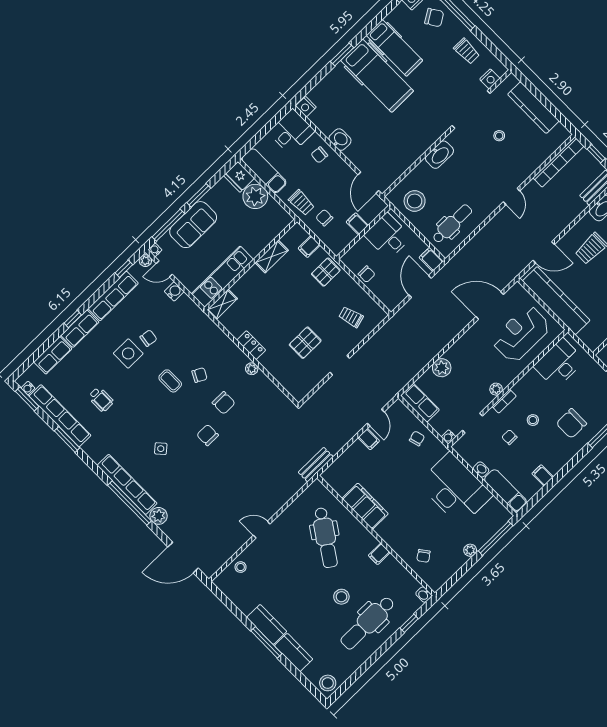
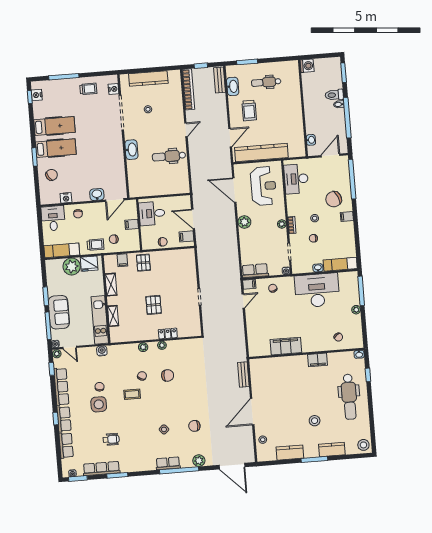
chair: (434, 18) -> (52, 175), moved
hospital bed: (377, 76) -> (56, 148), width x0.73, depth x0.78
nightstand: (306, 107) -> (66, 198), moved
washbasin: (340, 140) -> (97, 195), moved
fridge: (239, 177) -> (89, 264), moved
door: (368, 183) -> (115, 200), hinge flipped
door: (512, 196) -> (186, 130), hinge flipped
stool: (415, 201) -> (145, 184), removed
dental chair: (452, 224) -> (169, 156), moved, turned -90
filing cabinet: (431, 259) -> (186, 236), moved
door: (164, 269) -> (70, 347), hinge flipped
water cooler: (174, 291) -> (102, 351), moved
shelving: (222, 304) -> (113, 316), moved
door: (490, 306) -> (234, 190), hinge flipped
trolley: (351, 317) -> (179, 269), removed
reception desk: (521, 334) -> (263, 186), turned 180
pallet: (305, 343) -> (154, 305), moved
locker: (251, 345) -> (168, 334), moved
plant: (232, 350) -> (143, 347), added
plant: (442, 368) -> (244, 222), moved
row of seats: (60, 416) -> (101, 468), width x0.73
door: (376, 418) -> (243, 301), hinge flipped
chair: (571, 423) -> (334, 199), turned 66
chair: (208, 435) -> (194, 426), moved
filing cabinet: (369, 439) -> (249, 284), moved
bench: (316, 465) -> (243, 374), moved
filing cabinet: (543, 475) -> (347, 217), moved
row of seats: (127, 484) -> (168, 463), width x0.50
door: (262, 530) -> (252, 412), width x1.88
dental chair: (326, 538) -> (285, 381), removed
filing cabinet: (379, 554) -> (318, 360), width x2.00
door: (183, 558) -> (232, 466), hinge flipped
stool: (341, 597) -> (315, 421), moved
kitchen counter: (267, 624) -> (290, 453), moved

